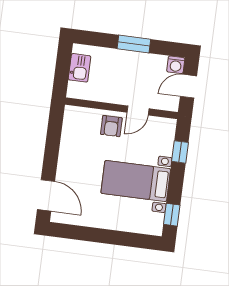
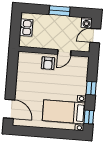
window: (180, 152) -> (91, 88), moved
bed with nightstands: (136, 181) -> (64, 112), moved

